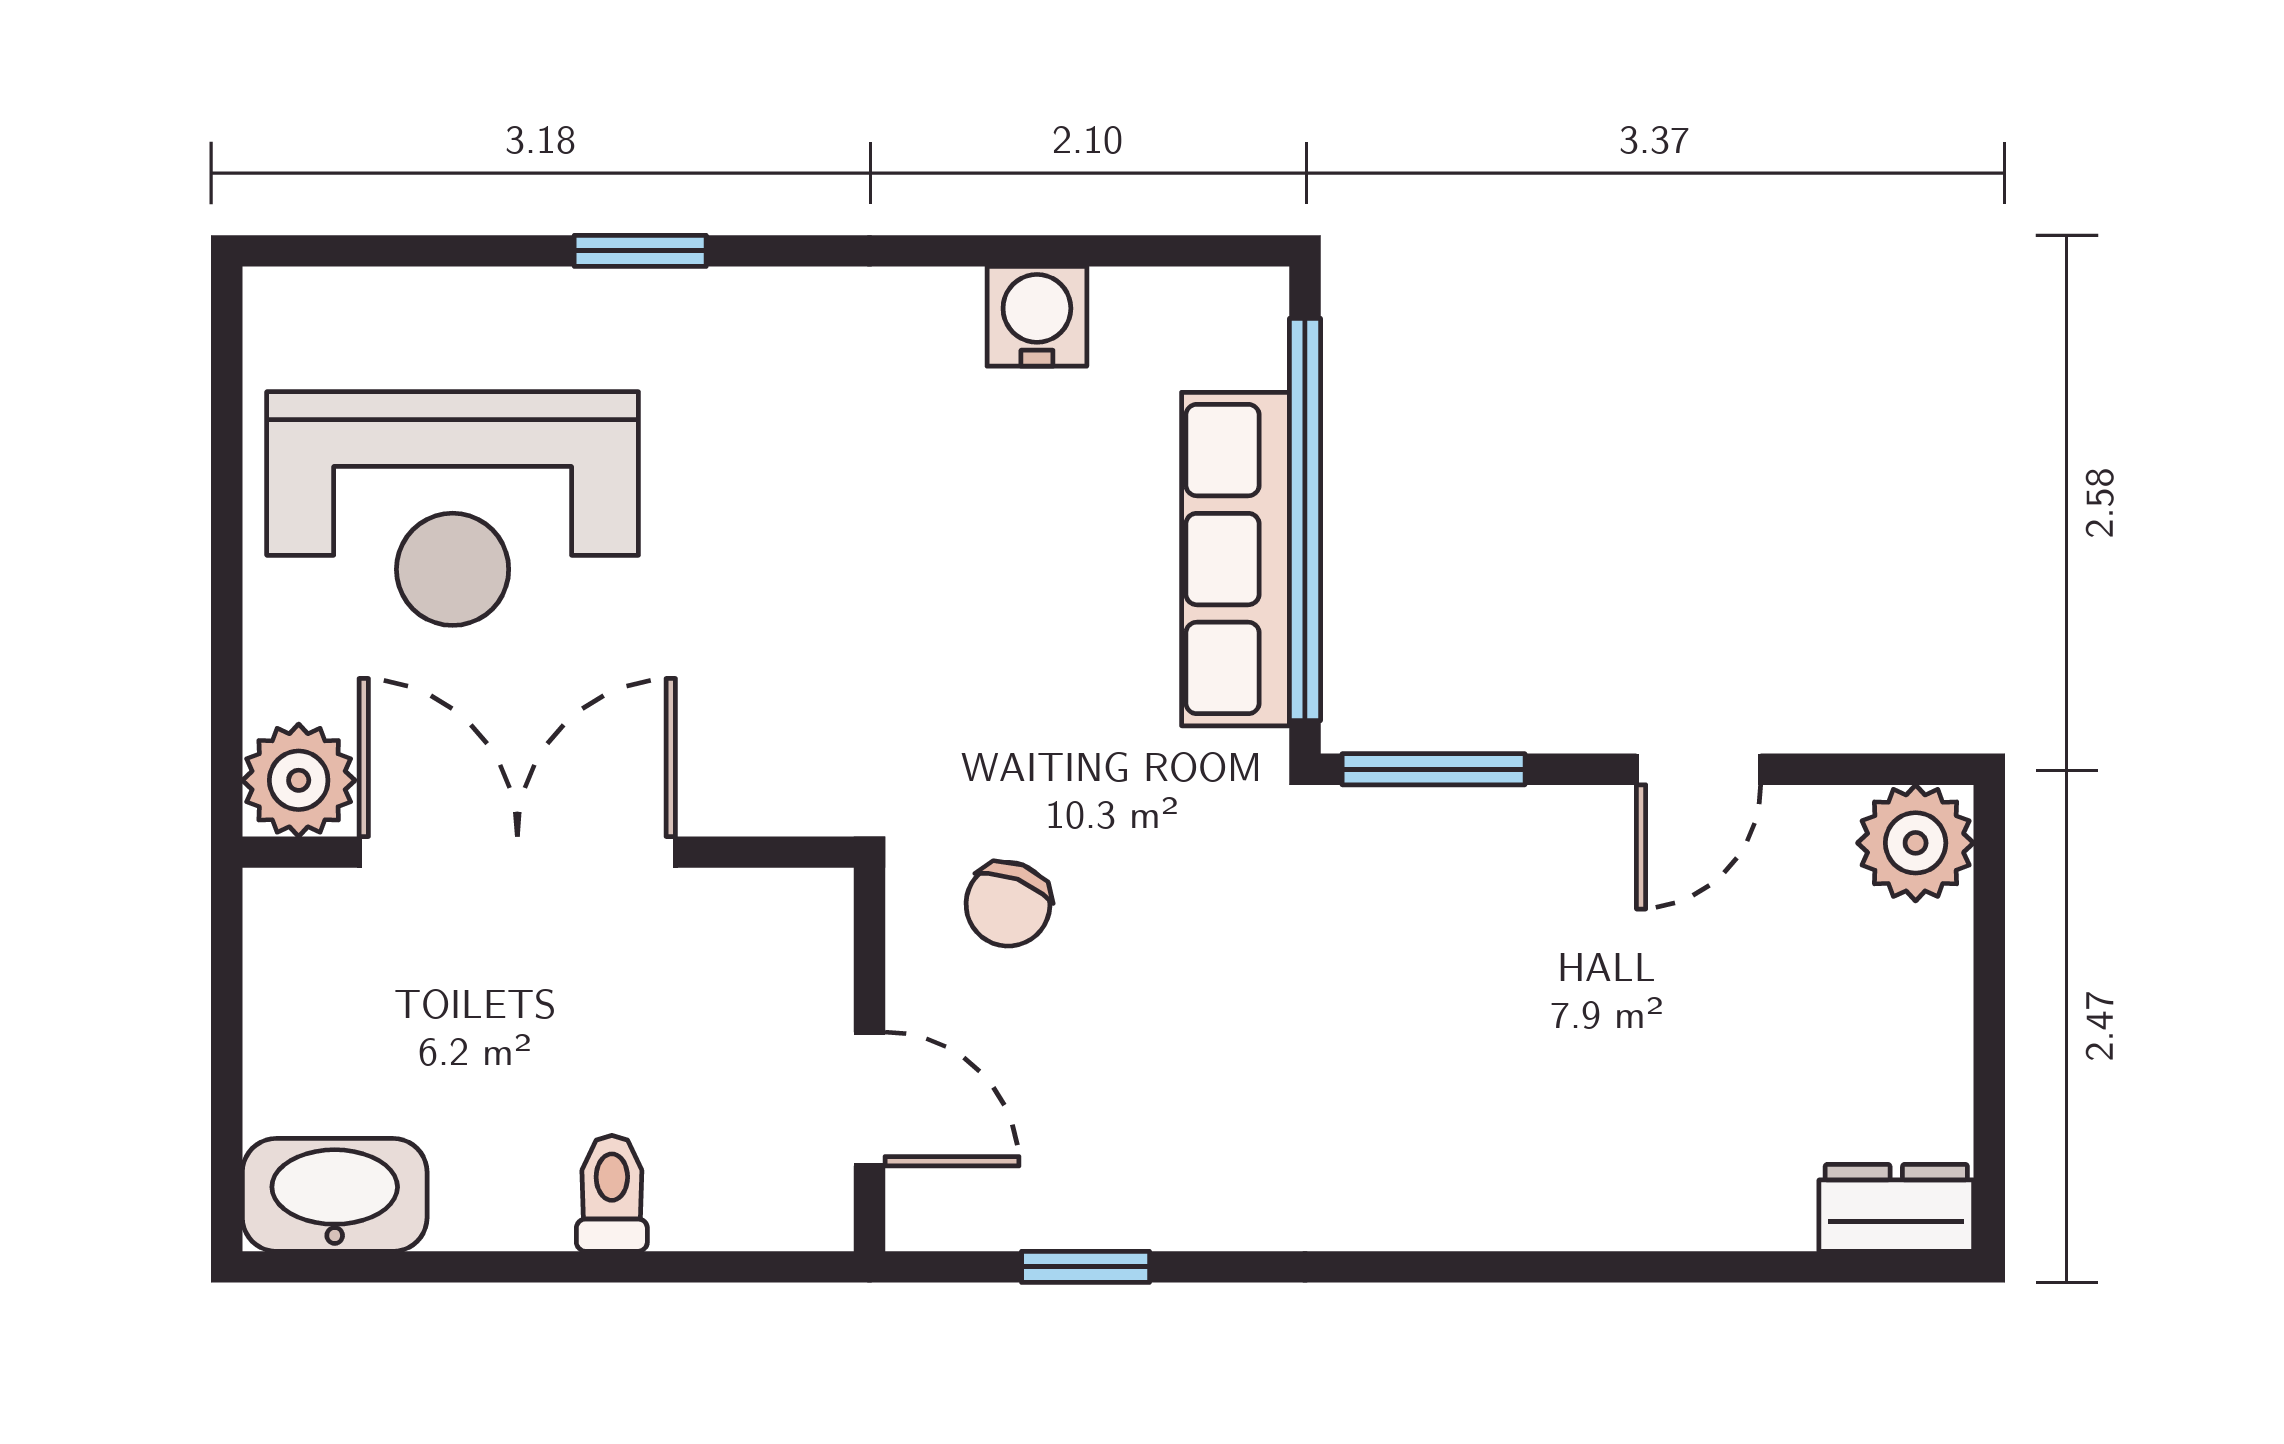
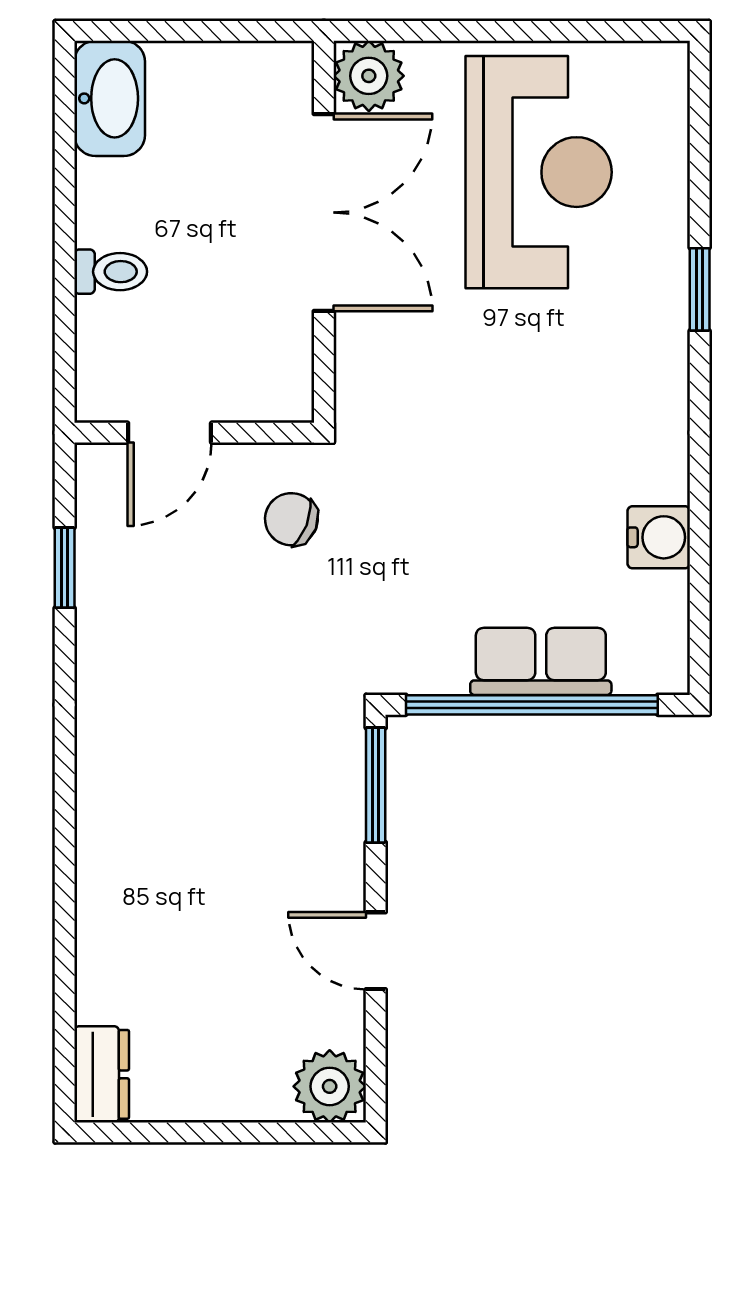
reception desk: (453, 509) -> (539, 172), turned 180
row of seats: (1235, 559) -> (541, 661), width x0.68

